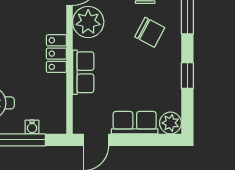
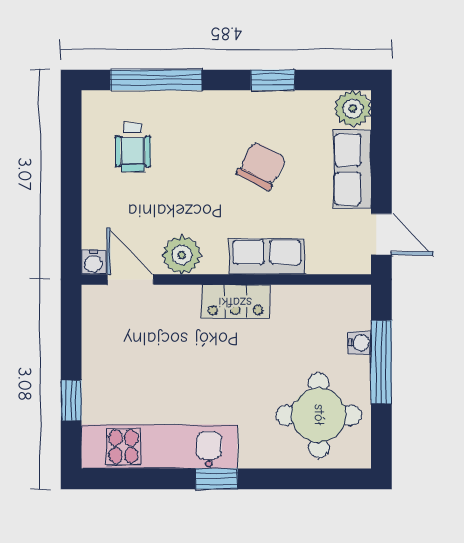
plant: (88, 22) -> (182, 255), width x0.73, depth x0.73
chair: (150, 32) -> (261, 166), moved

